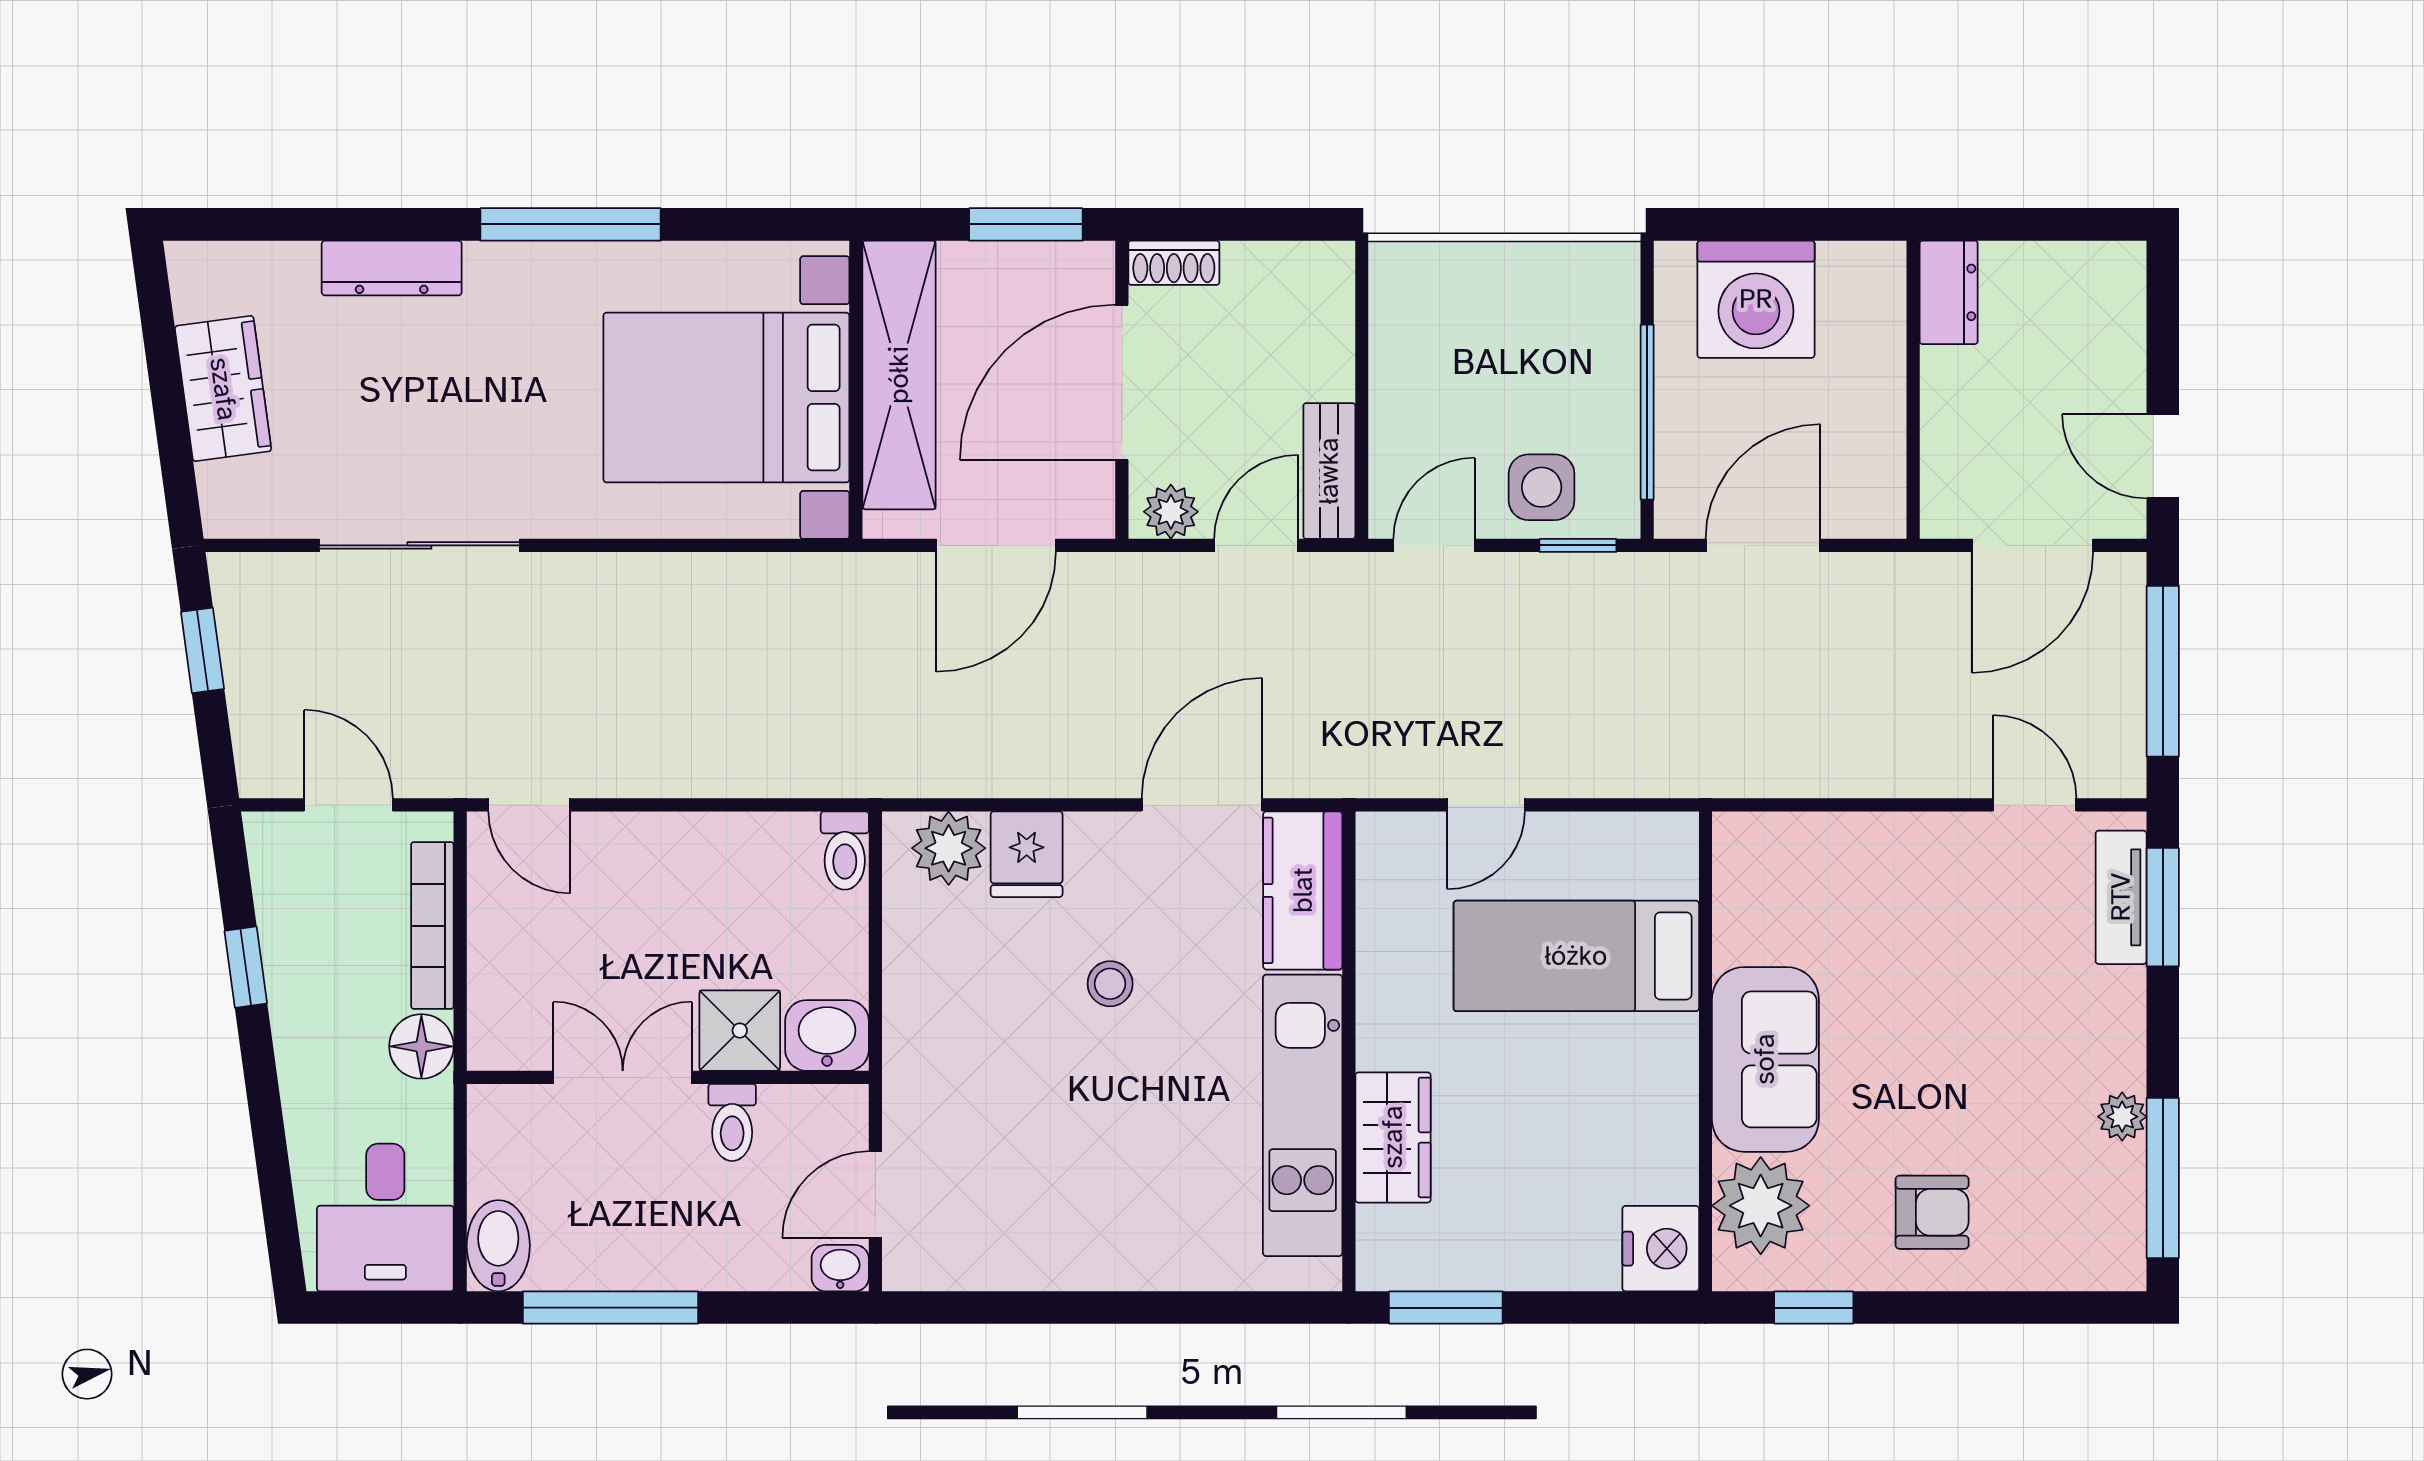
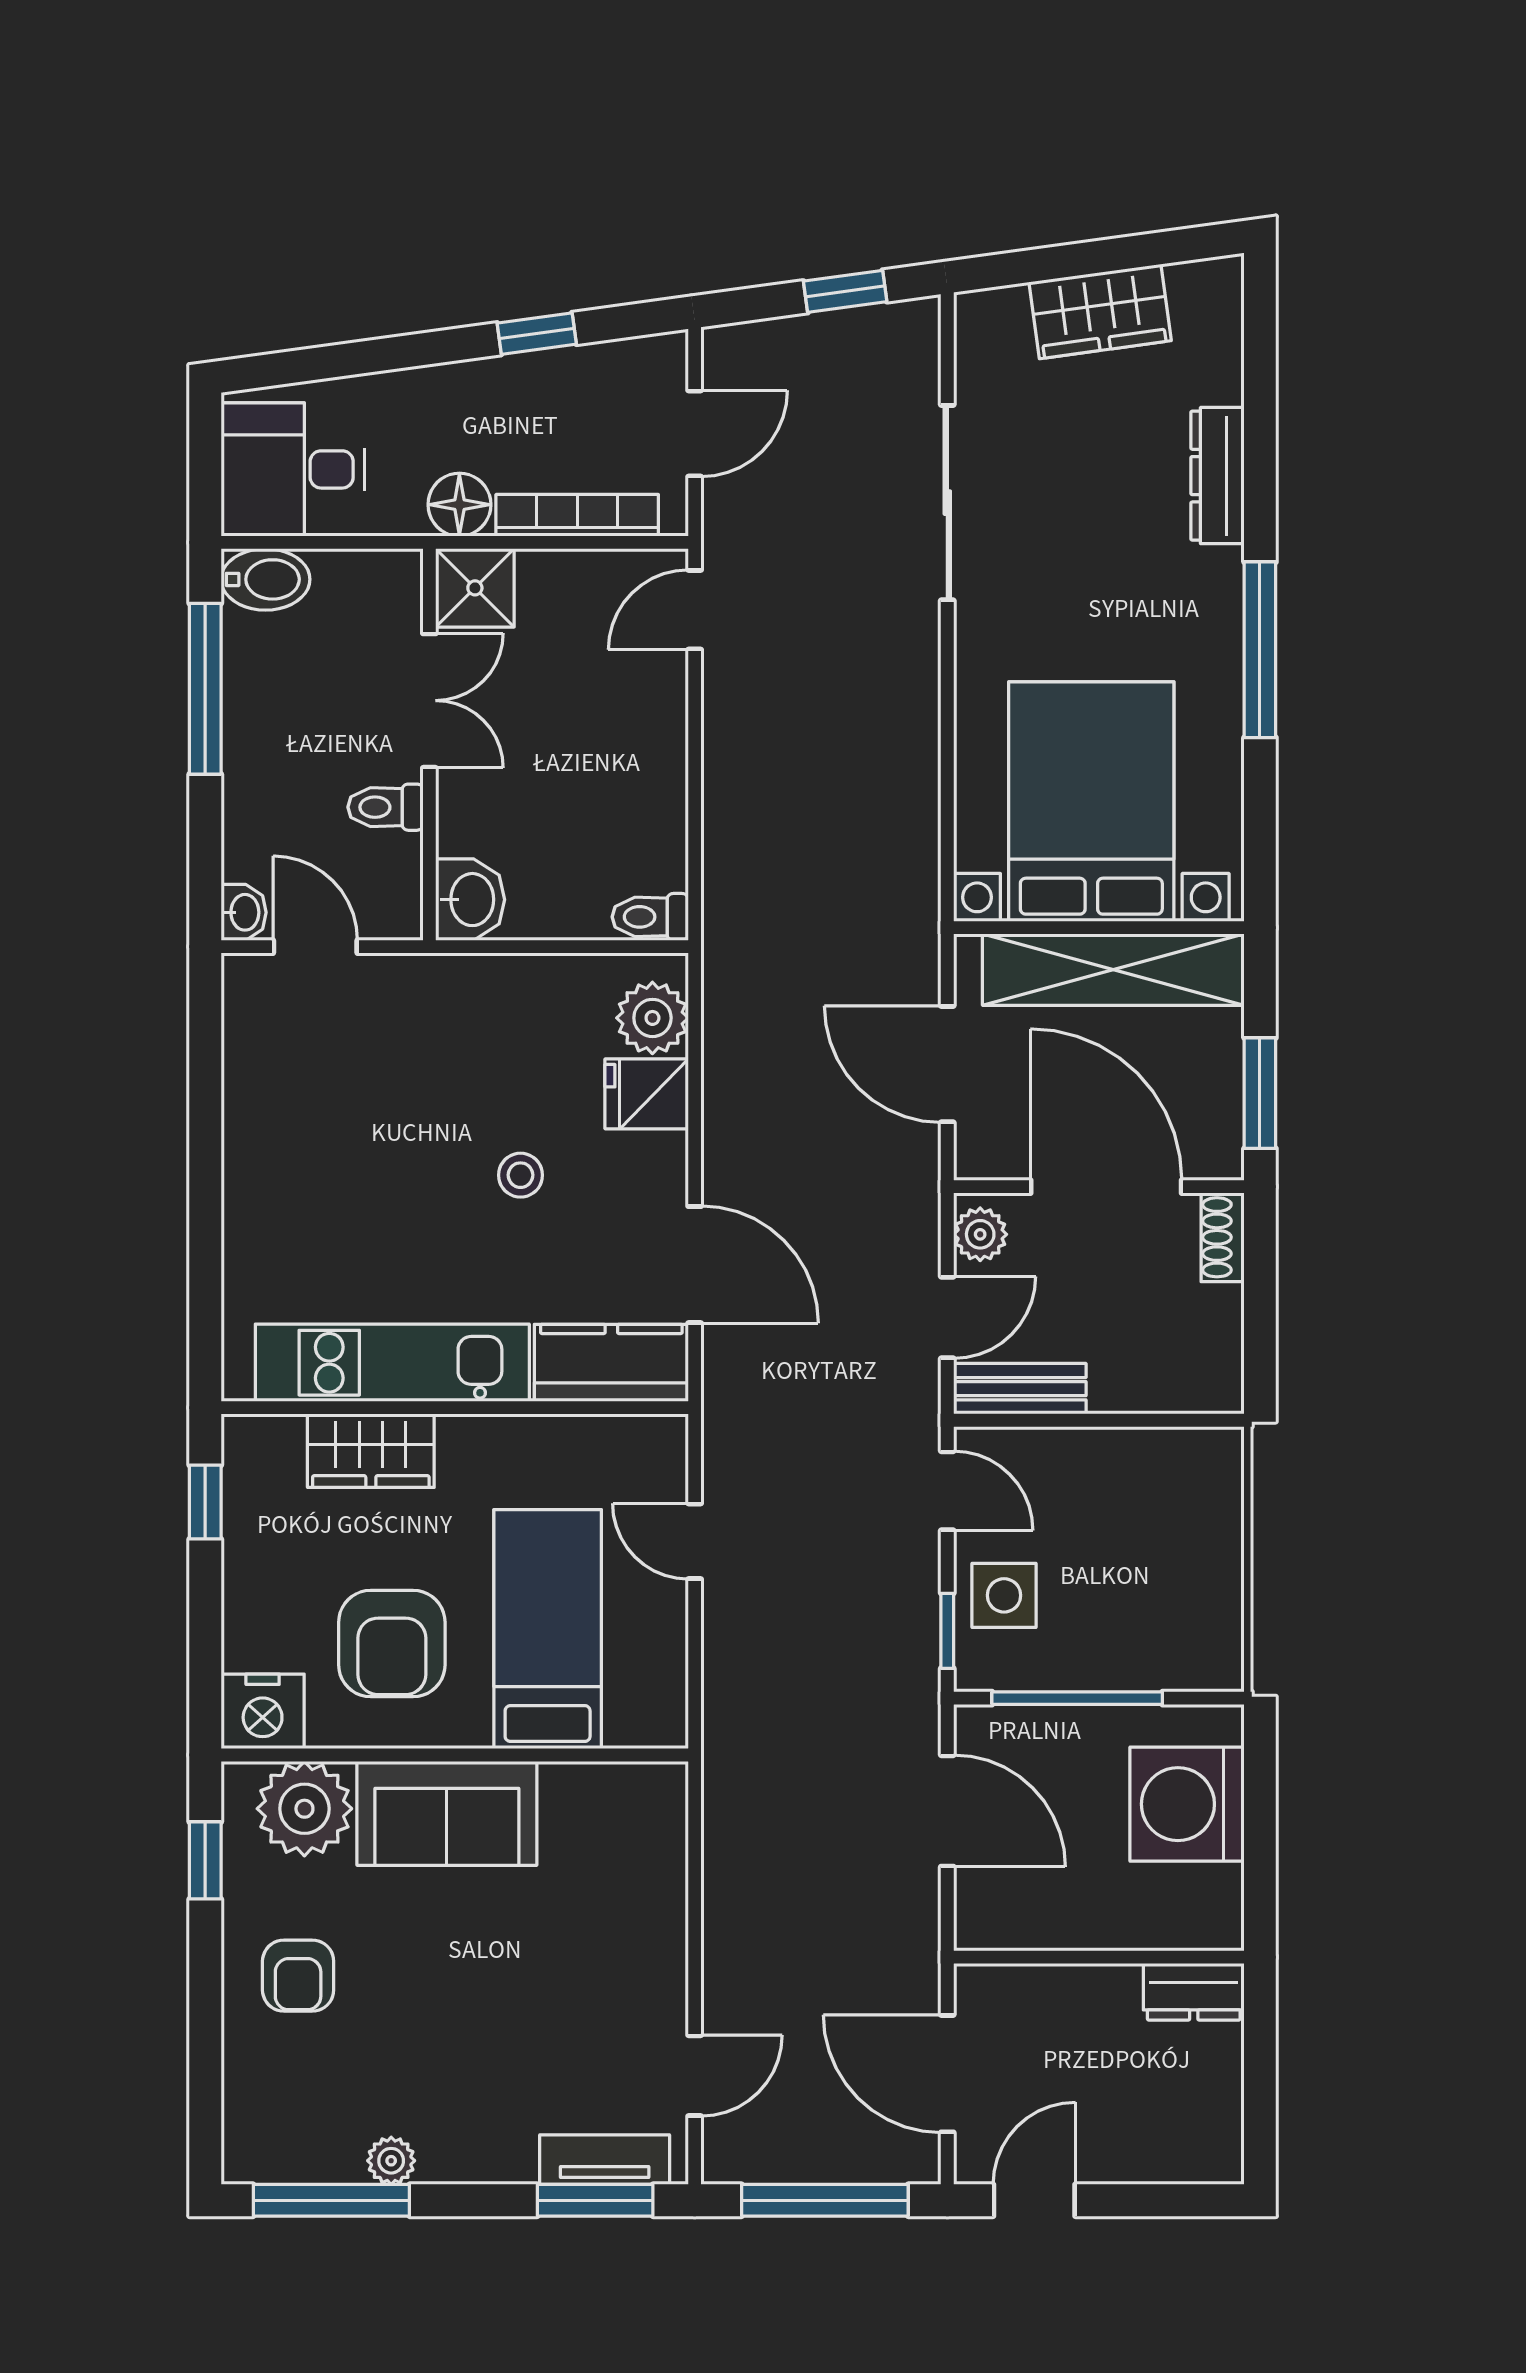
door: (1256, 545) -> (947, 1318), hinge flipped
shower: (740, 1031) -> (475, 588), moved
armchair: (1591, 1116) -> (392, 1644), added
window: (1446, 1308) -> (205, 1502), width x0.67

